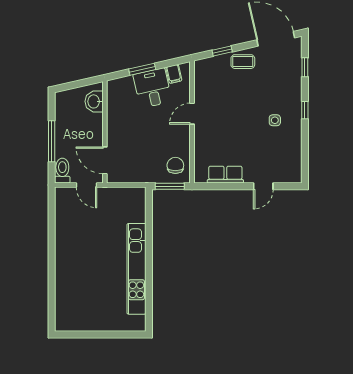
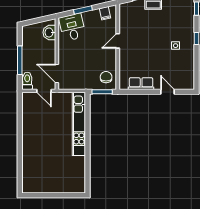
desk: (152, 88) -> (72, 27), moved
door: (263, 186) -> (168, 92), swing flipped
kitchen unit: (136, 269) -> (79, 124), moved

